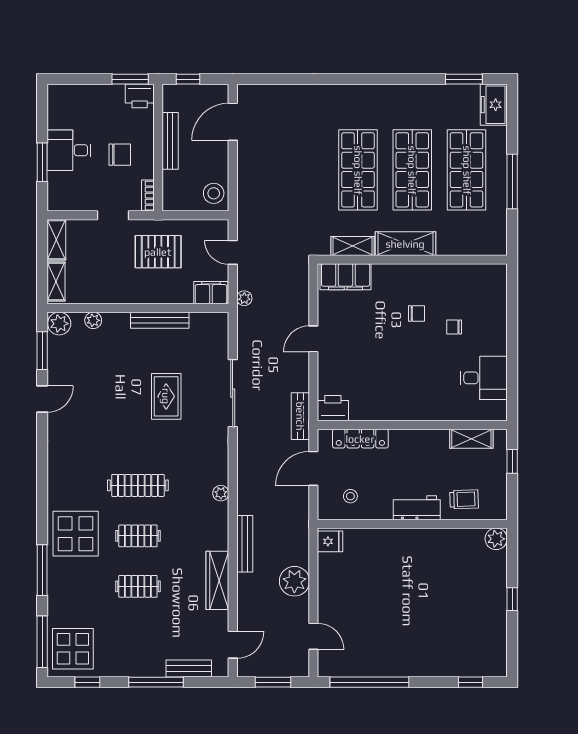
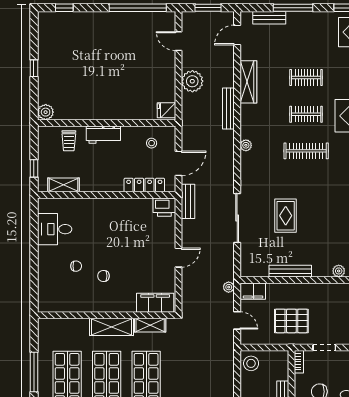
trolley: (464, 499) -> (69, 141), turned -88

